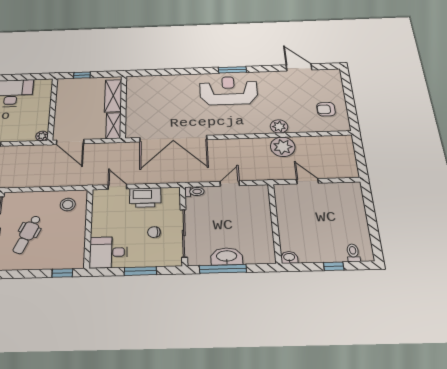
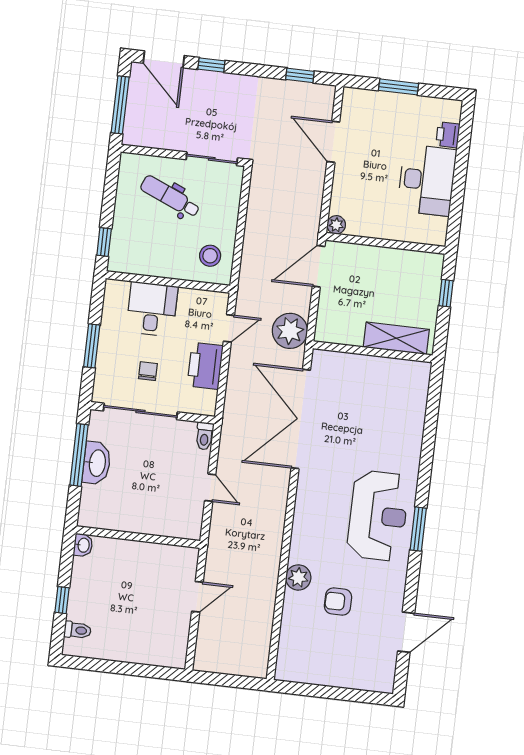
armchair: (326, 109) -> (338, 602), moved, turned -90
shelving: (114, 126) -> (339, 333), removed
plant: (283, 147) -> (290, 331), moved
desk: (108, 252) -> (152, 309), moved

